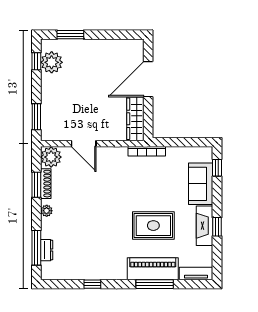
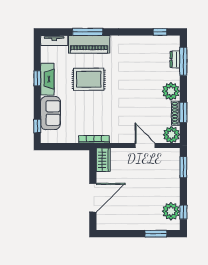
wardrobe: (135, 119) -> (103, 160), width x0.67
plant: (47, 211) -> (171, 91), width x1.88, depth x1.88
window: (92, 284) -> (160, 32), moved

